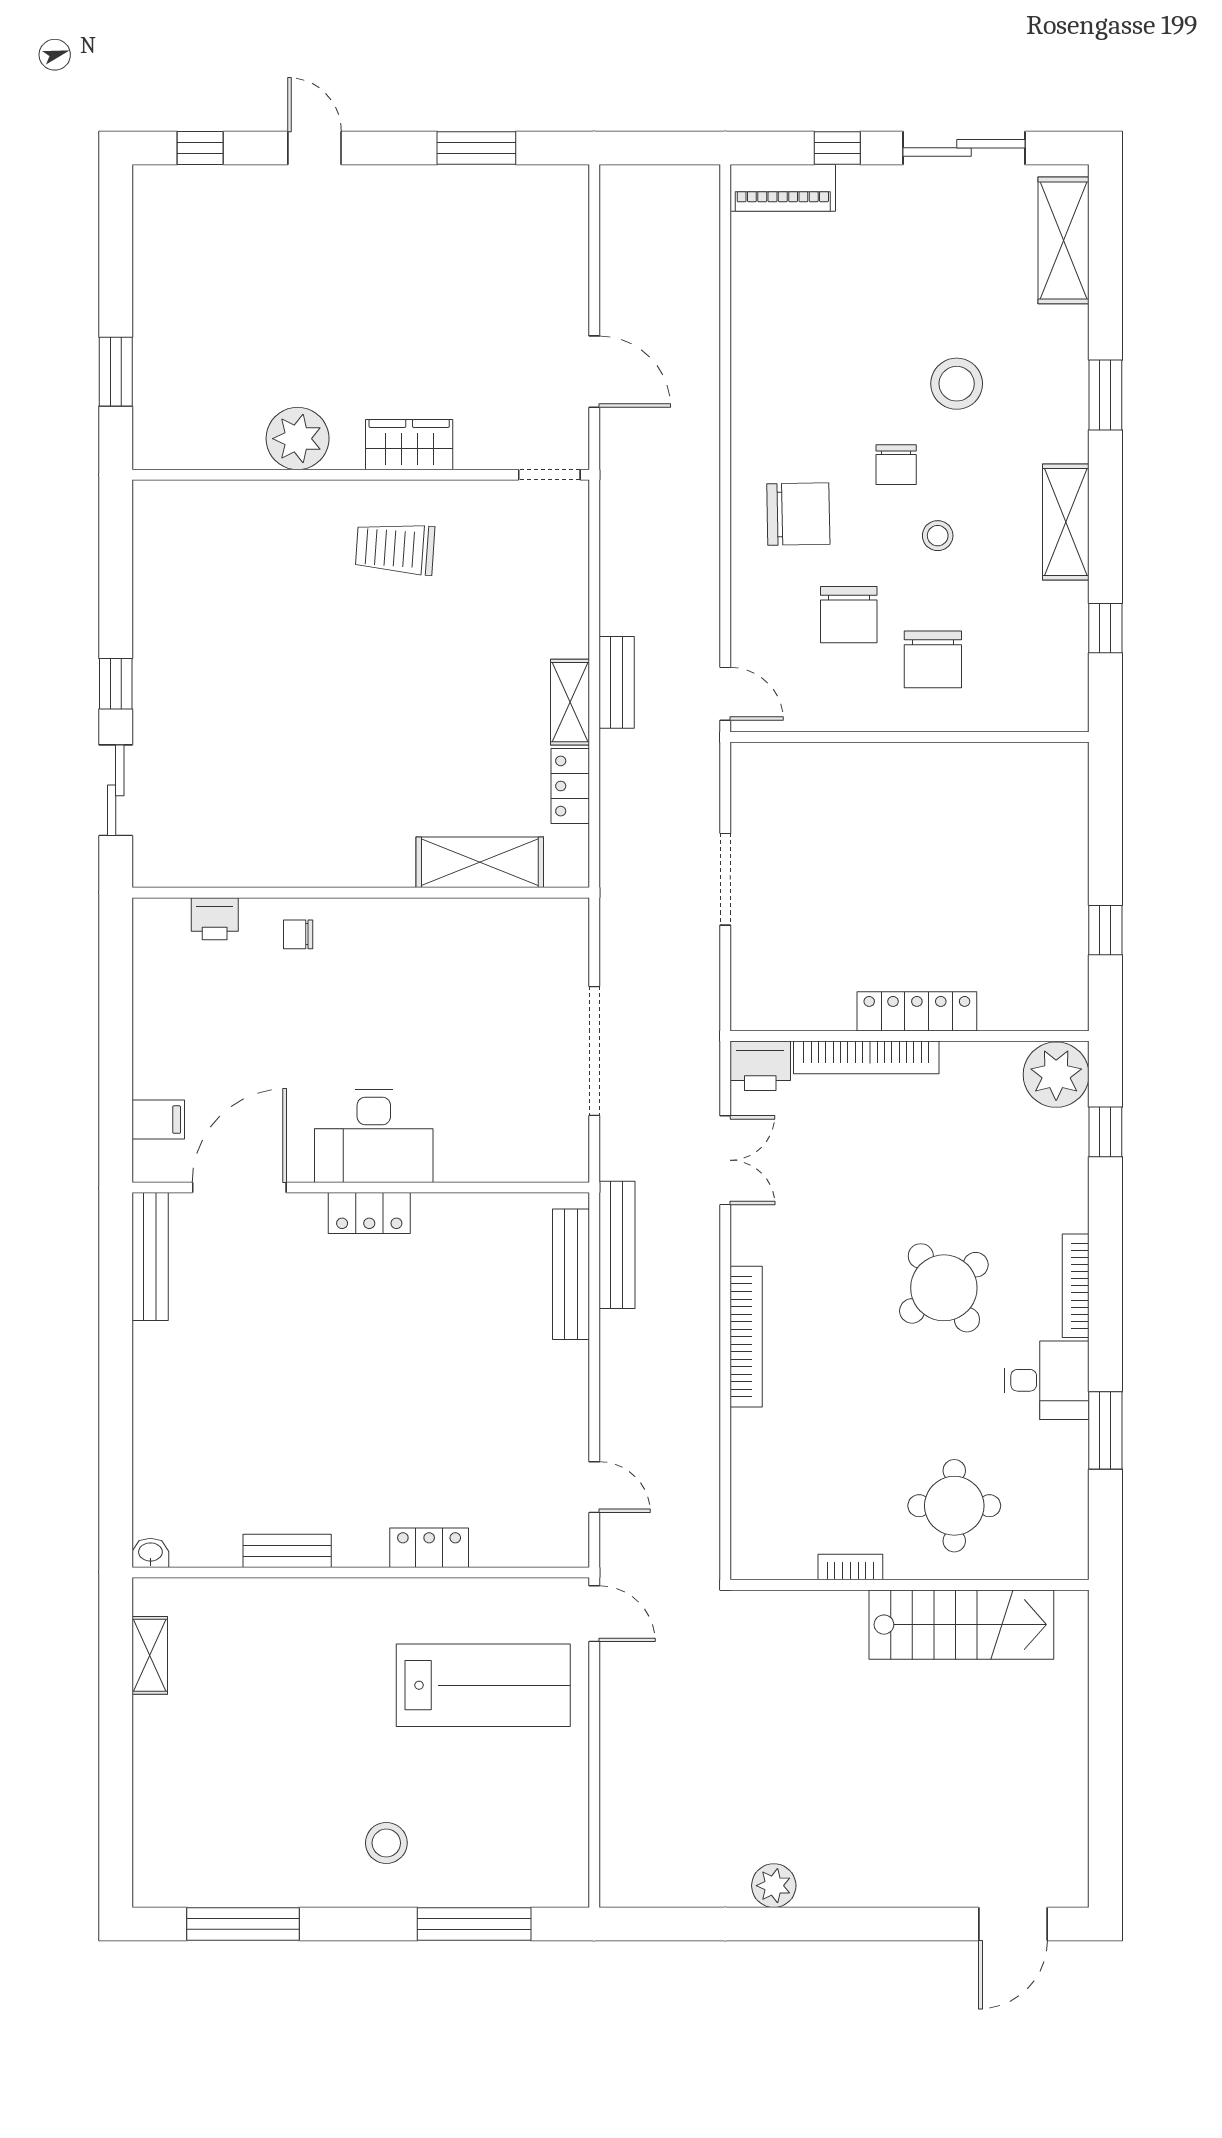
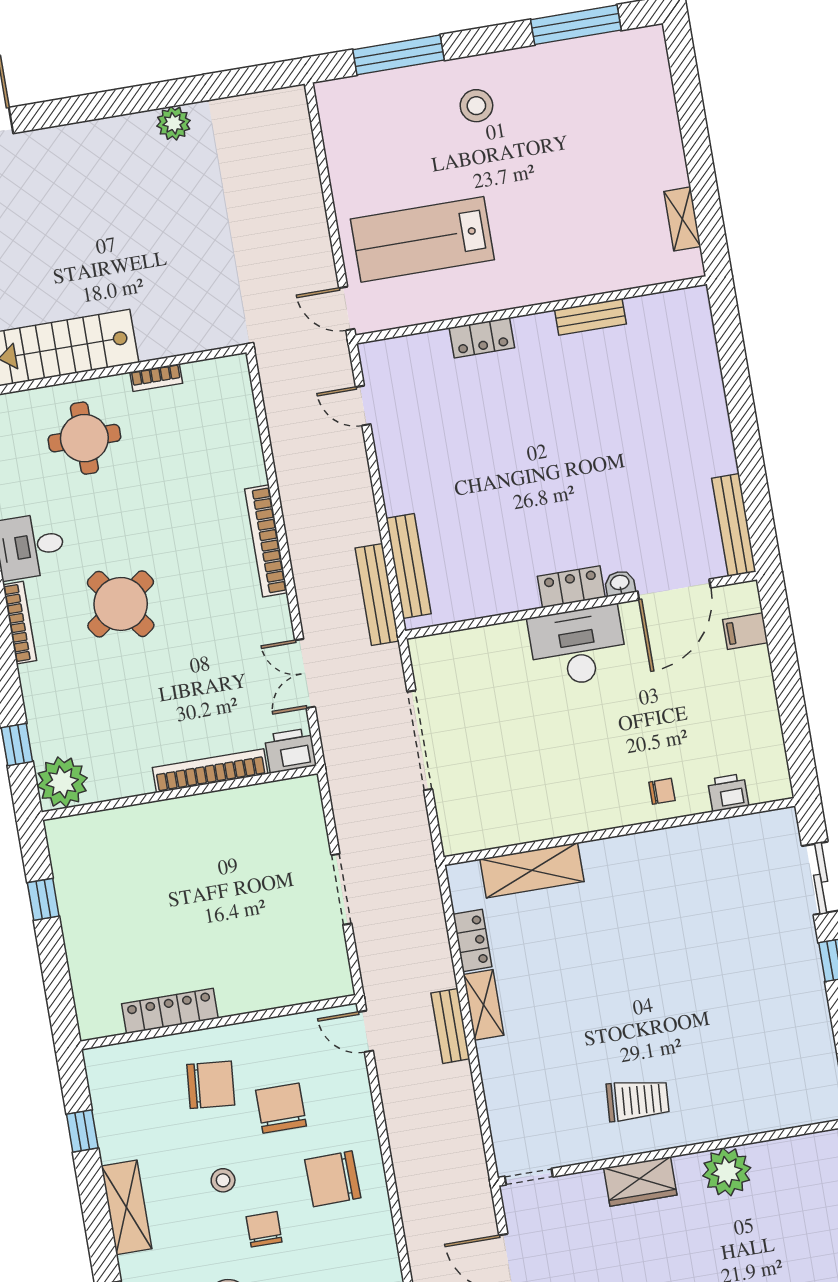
chair: (933, 659) -> (211, 1085), turned 95
locker: (917, 1011) -> (170, 1011), moved, turned 180
washbasin: (150, 1553) -> (620, 583), moved, turned 180

